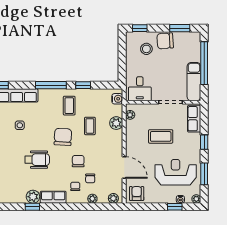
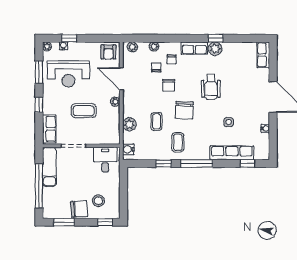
plant: (130, 115) -> (115, 102), moved
wheelchair: (37, 160) -> (211, 87), turned -90

